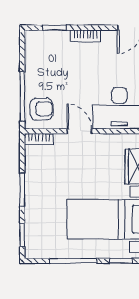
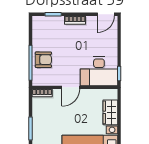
armchair: (41, 109) -> (43, 60), moved
door: (79, 131) -> (71, 87), swing flipped

